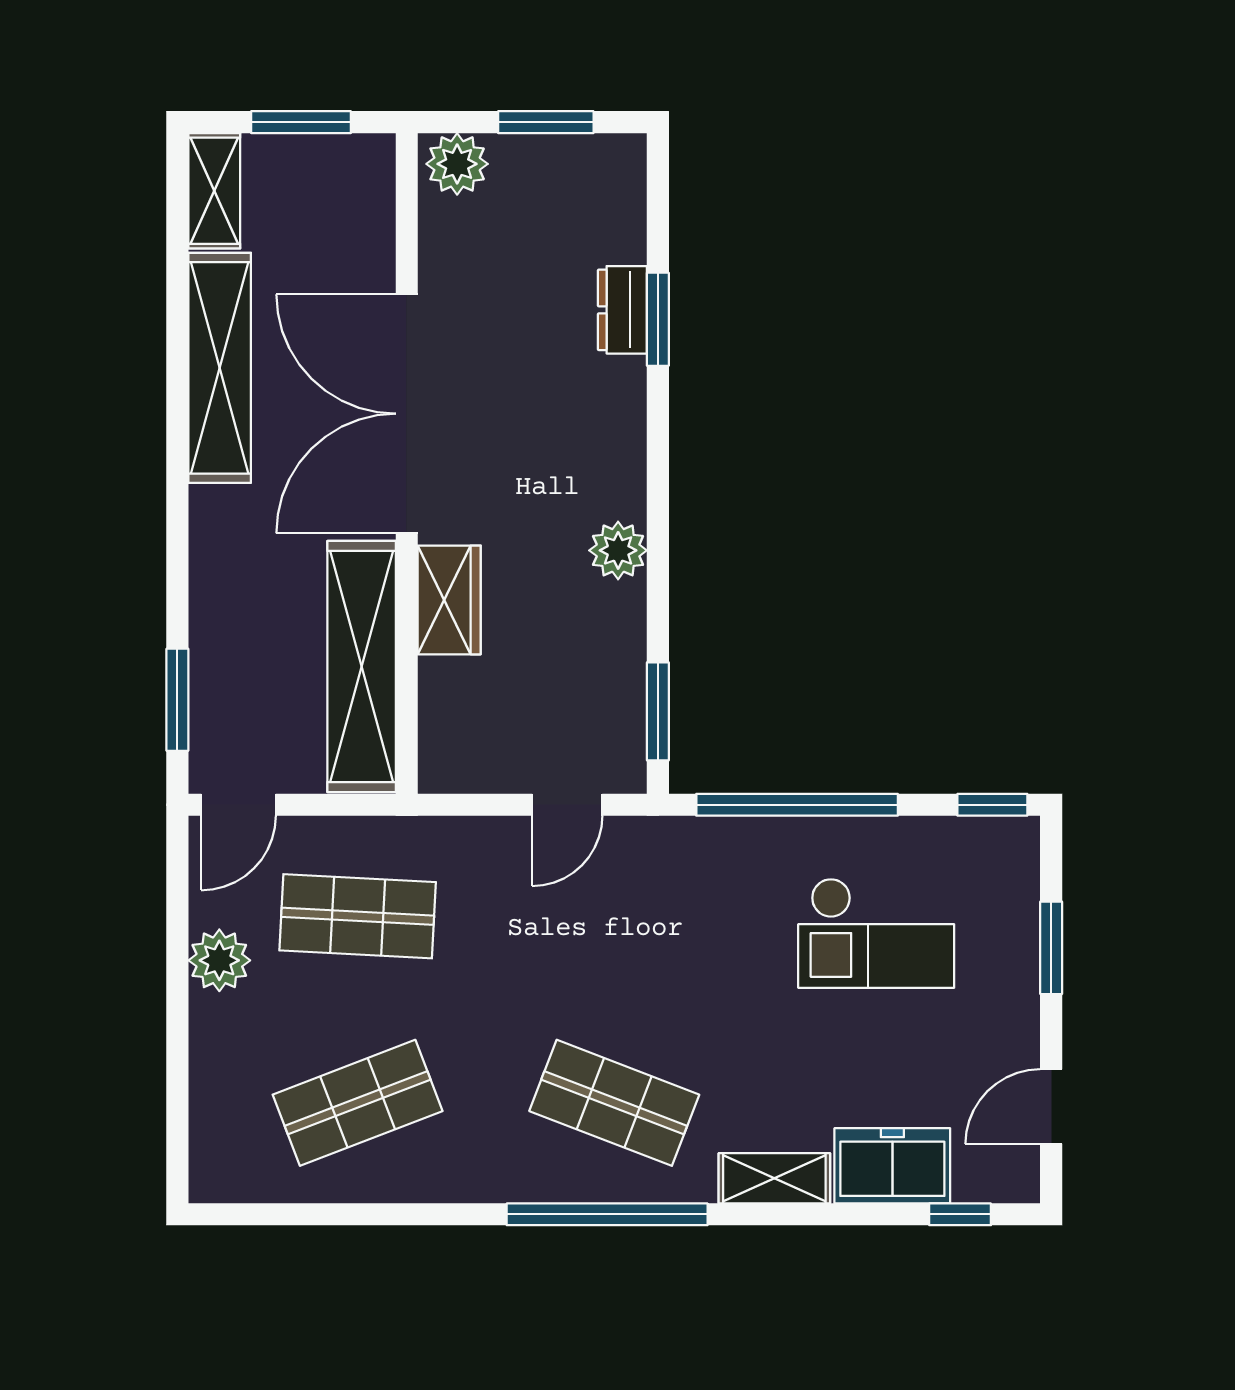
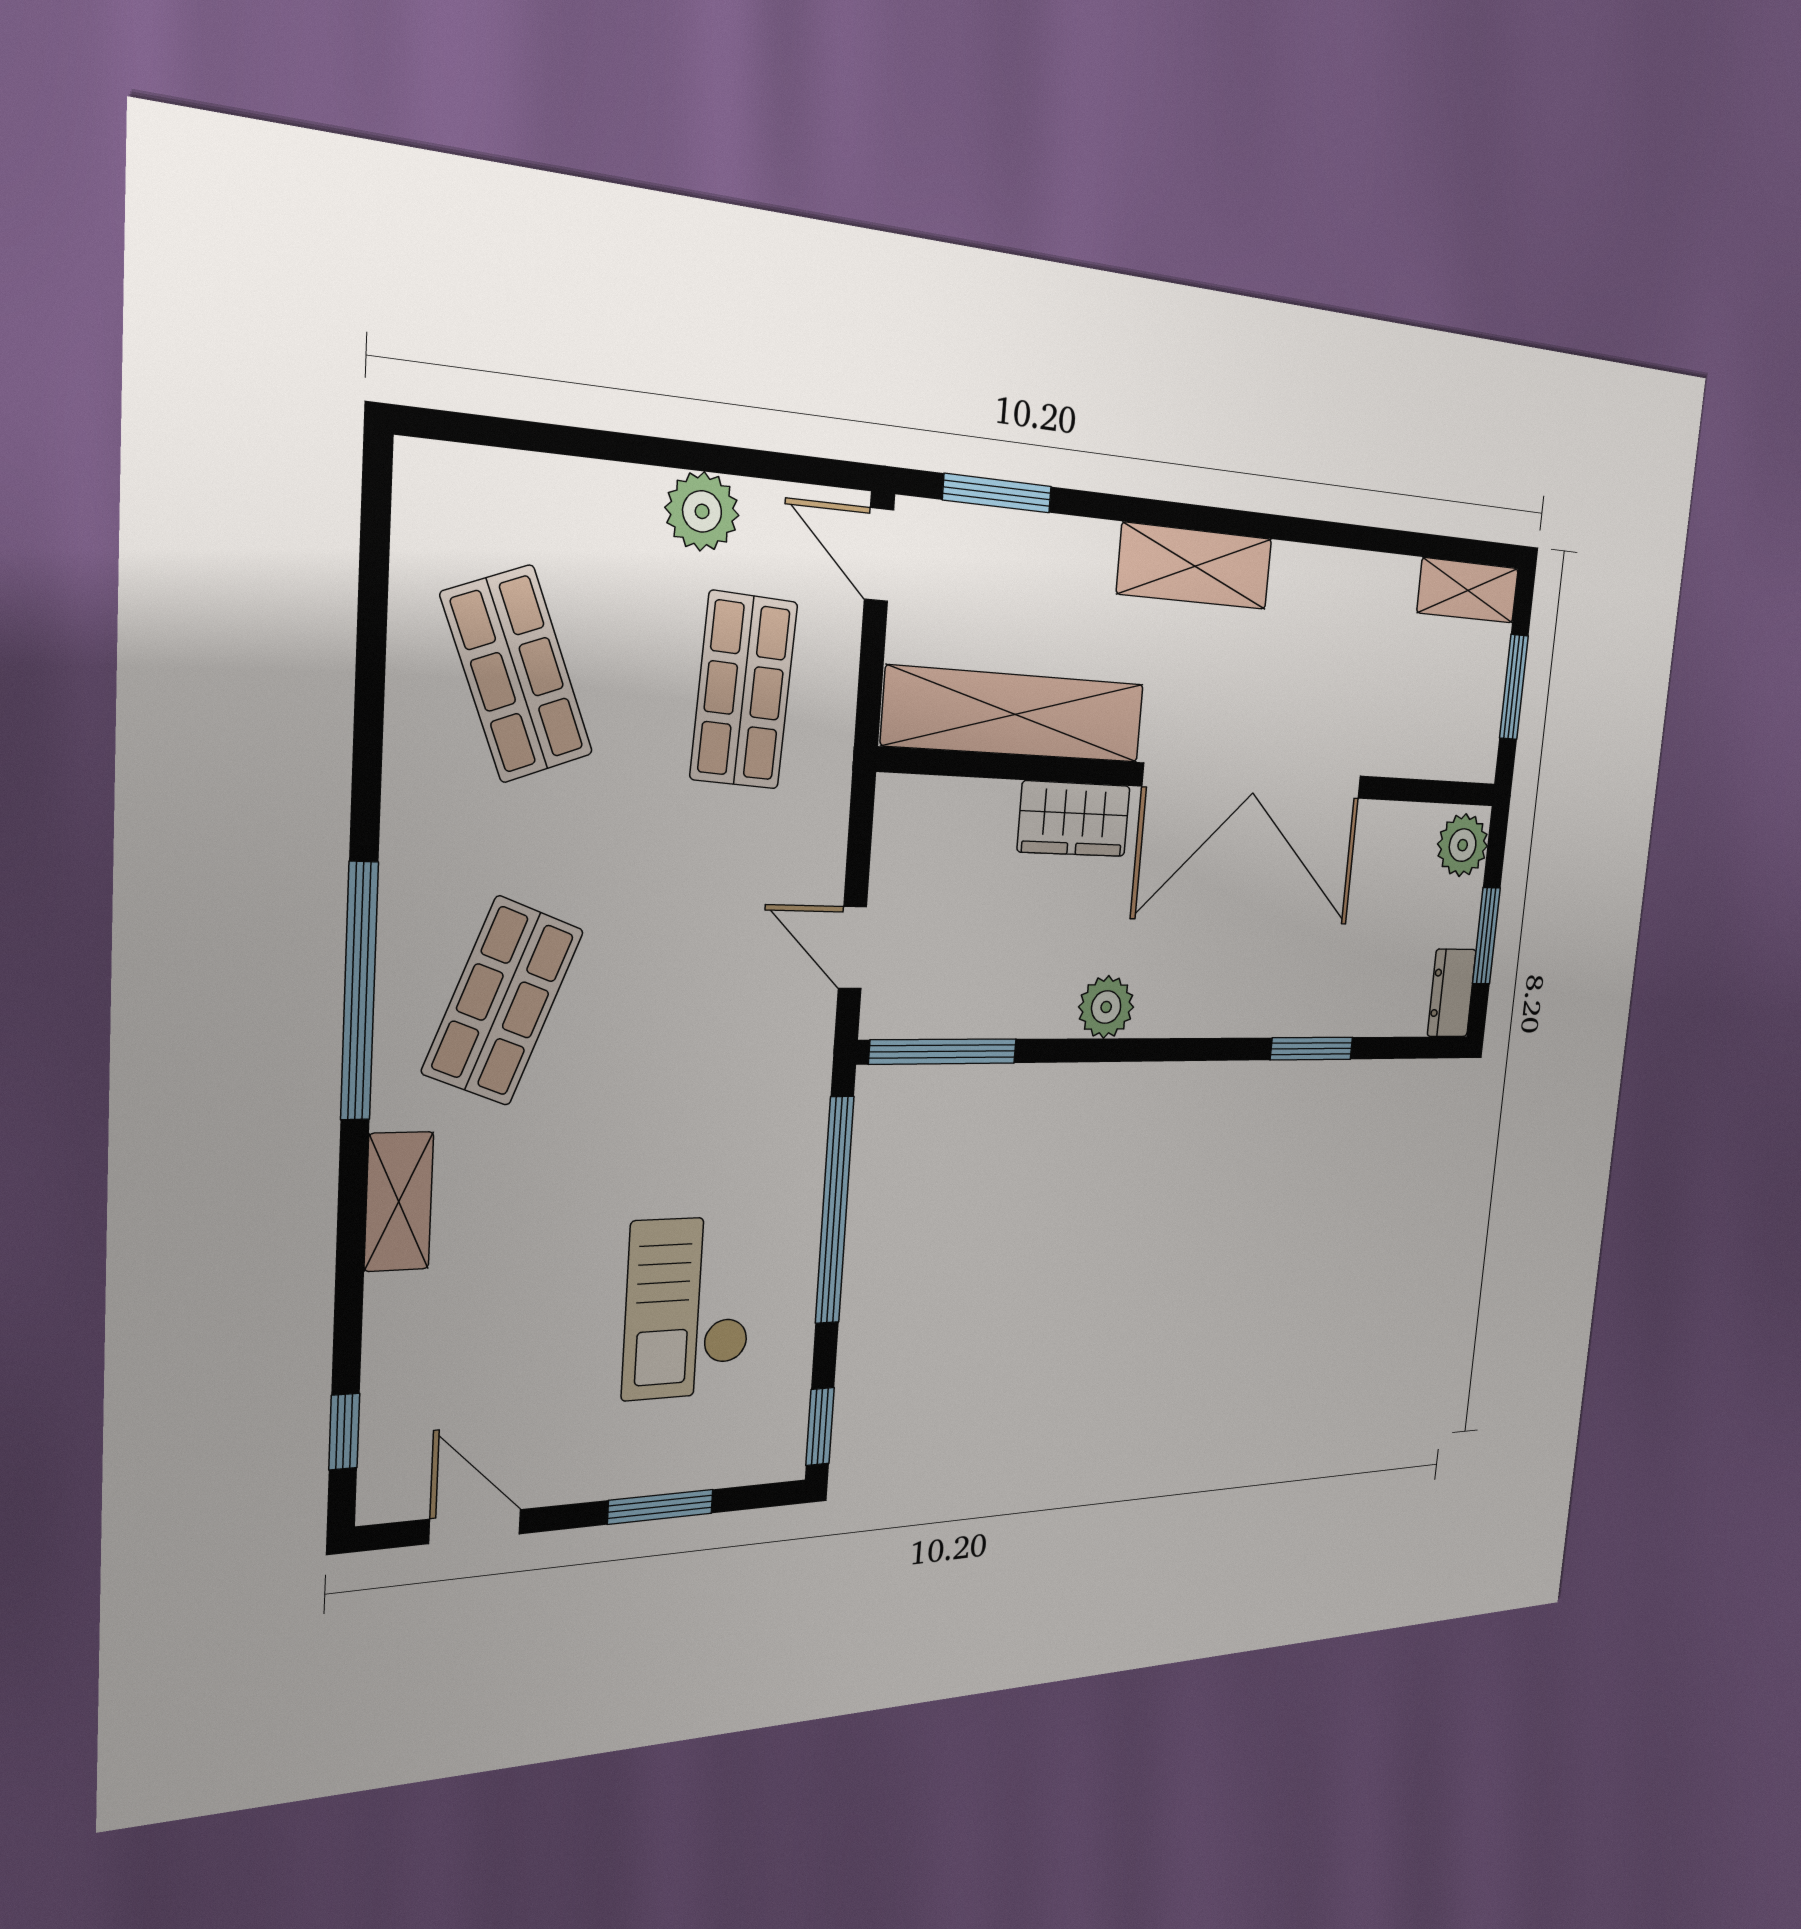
dresser: (622, 310) -> (1452, 993), moved, turned -90
shelving: (220, 368) -> (1195, 566), moved, width x0.68
double door: (407, 414) -> (1254, 781), swing flipped
window: (658, 711) -> (943, 1052), width x1.44
freezer: (892, 1166) -> (409, 1345), removed

